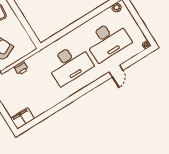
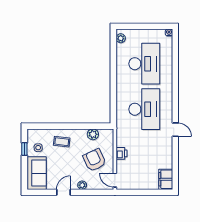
plant: (22, 34) -> (93, 134), added
door: (116, 71) -> (175, 130), moved

